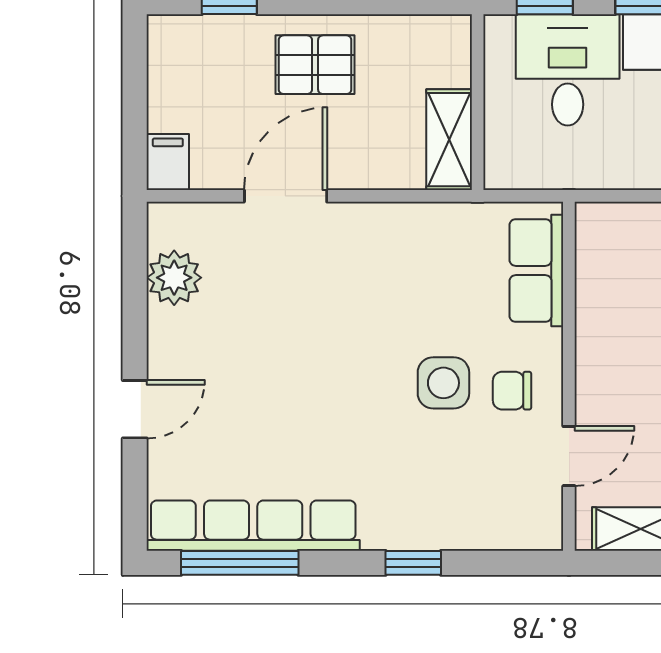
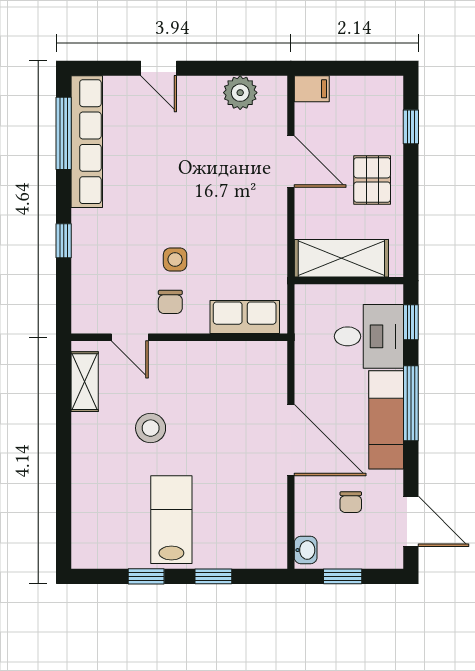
shelving: (449, 140) -> (341, 258), width x1.50, depth x1.33
side table: (443, 383) -> (175, 259), width x0.73, depth x0.73
chair: (512, 391) -> (170, 302), turned 180

